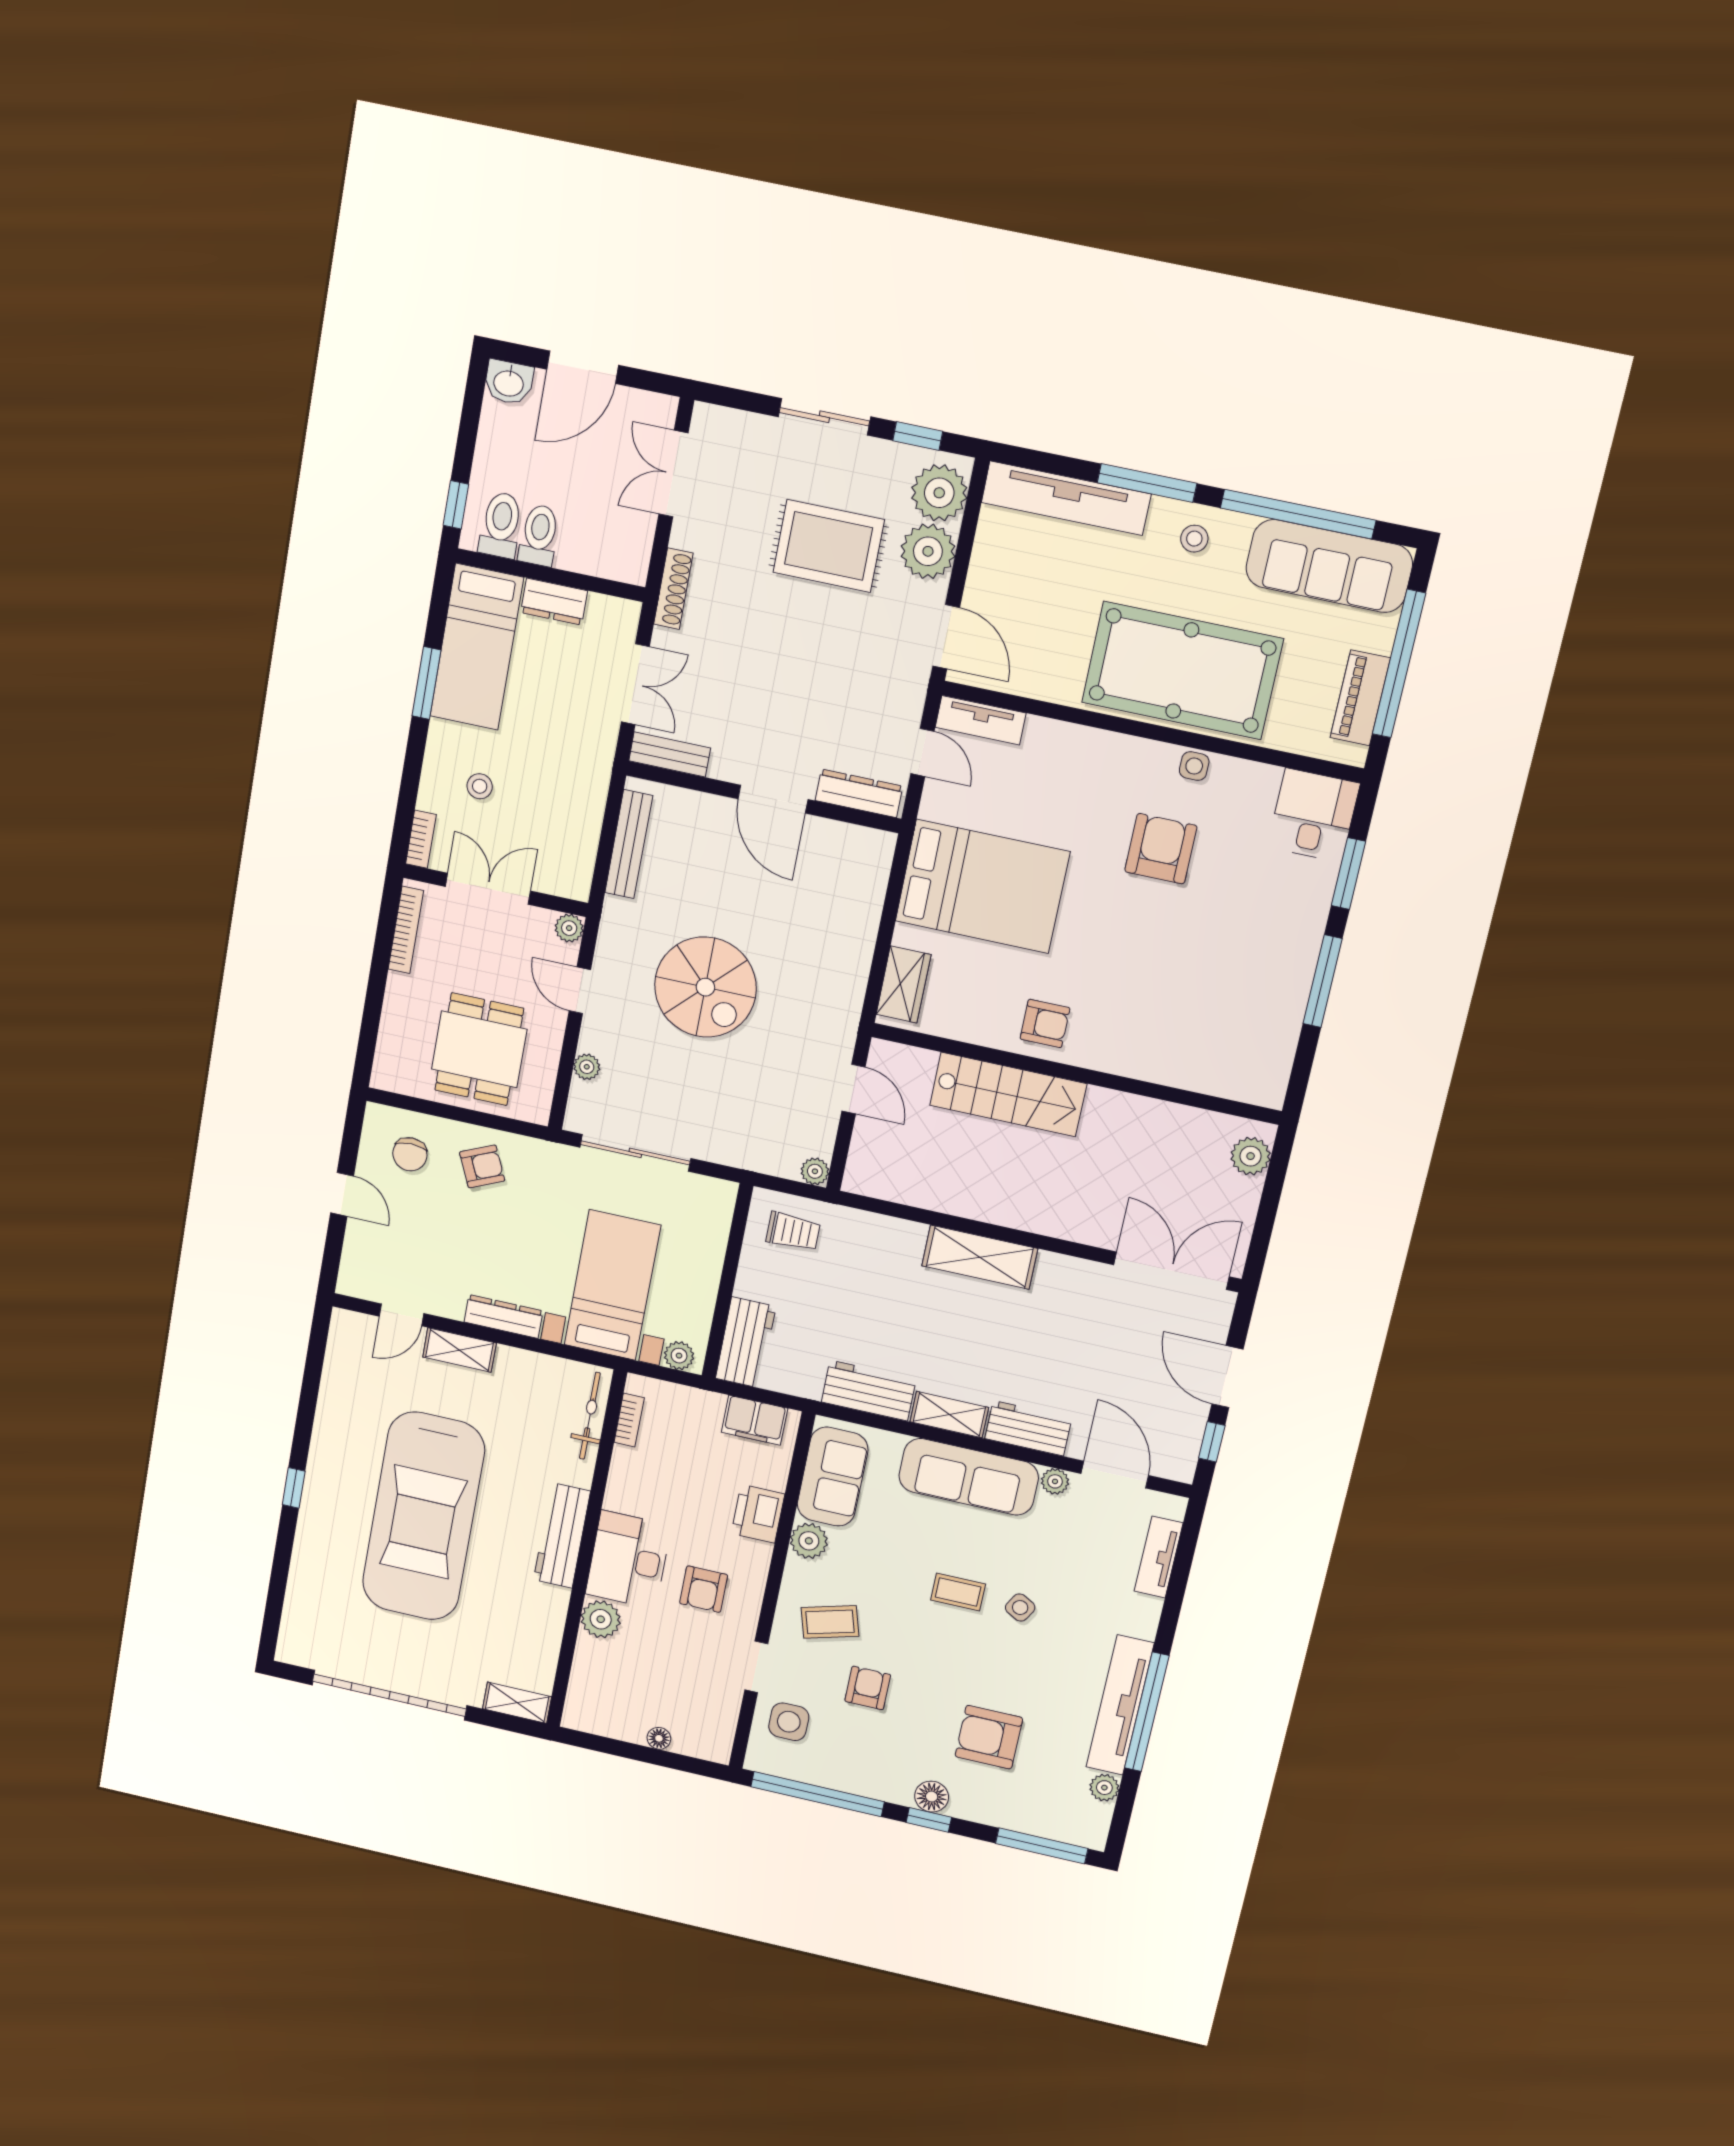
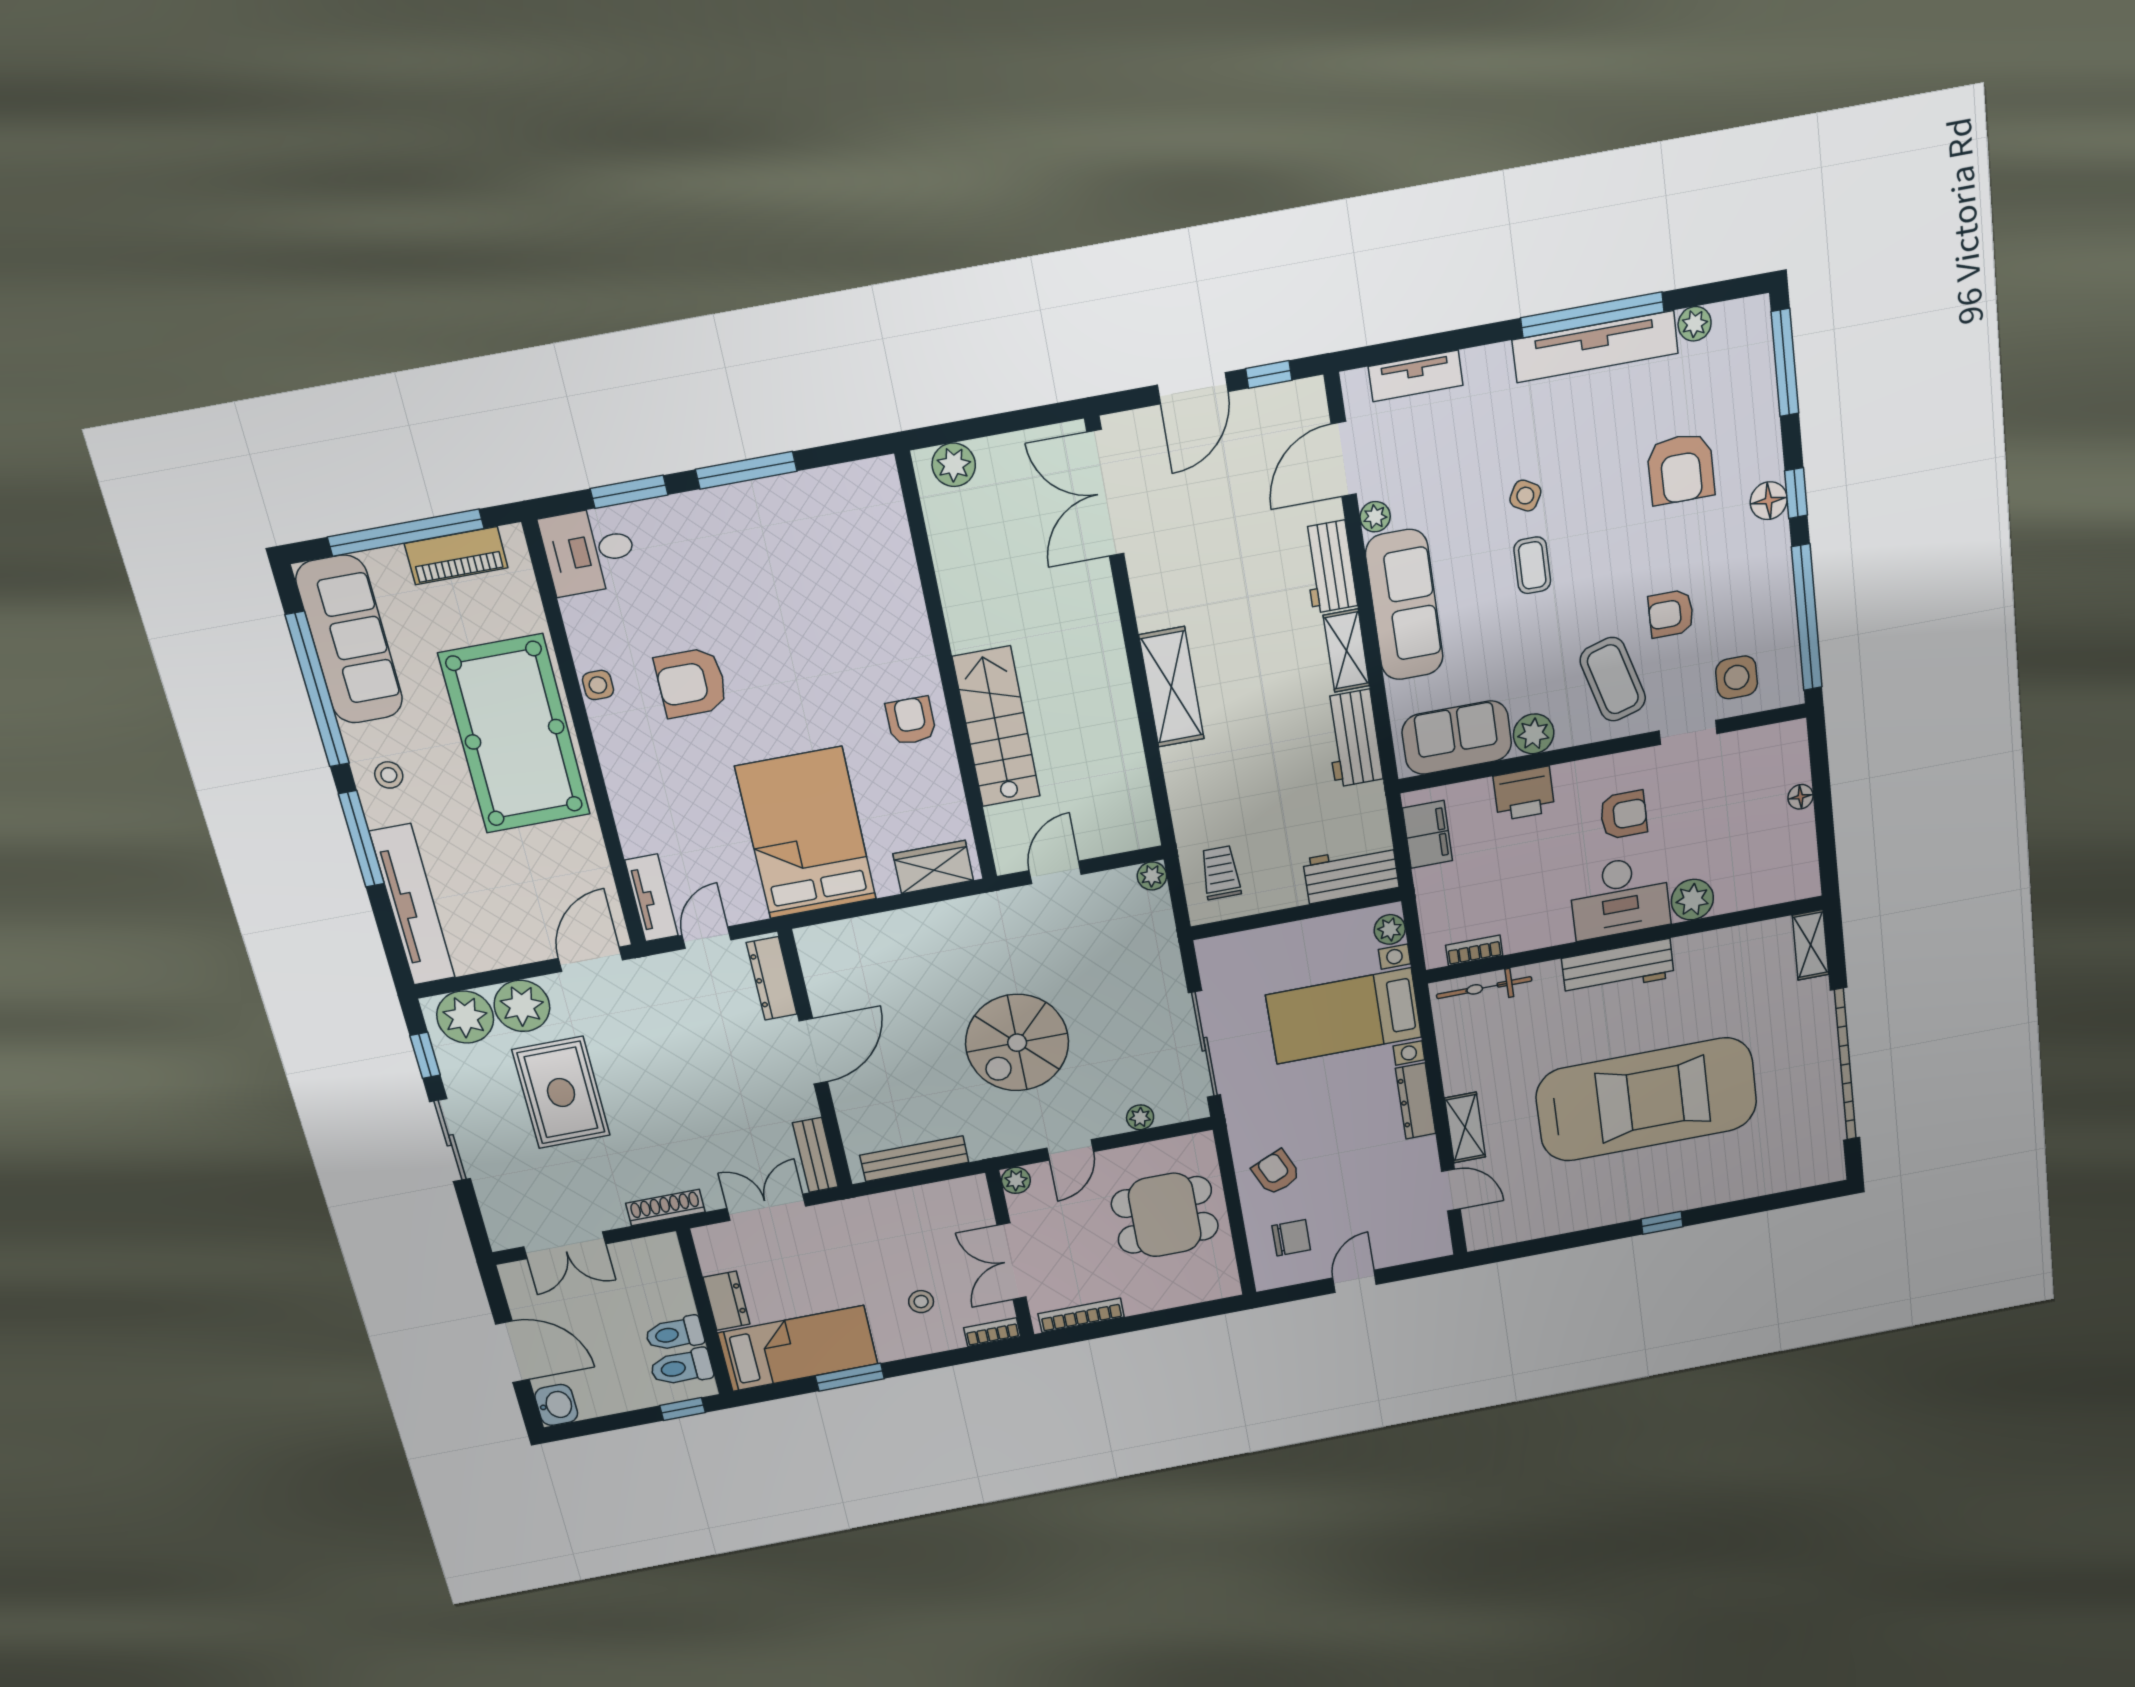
spiral stairs: (705, 987) -> (1017, 1043), turned 180
coffee table: (830, 1622) -> (1613, 679), width x1.36, depth x1.30

